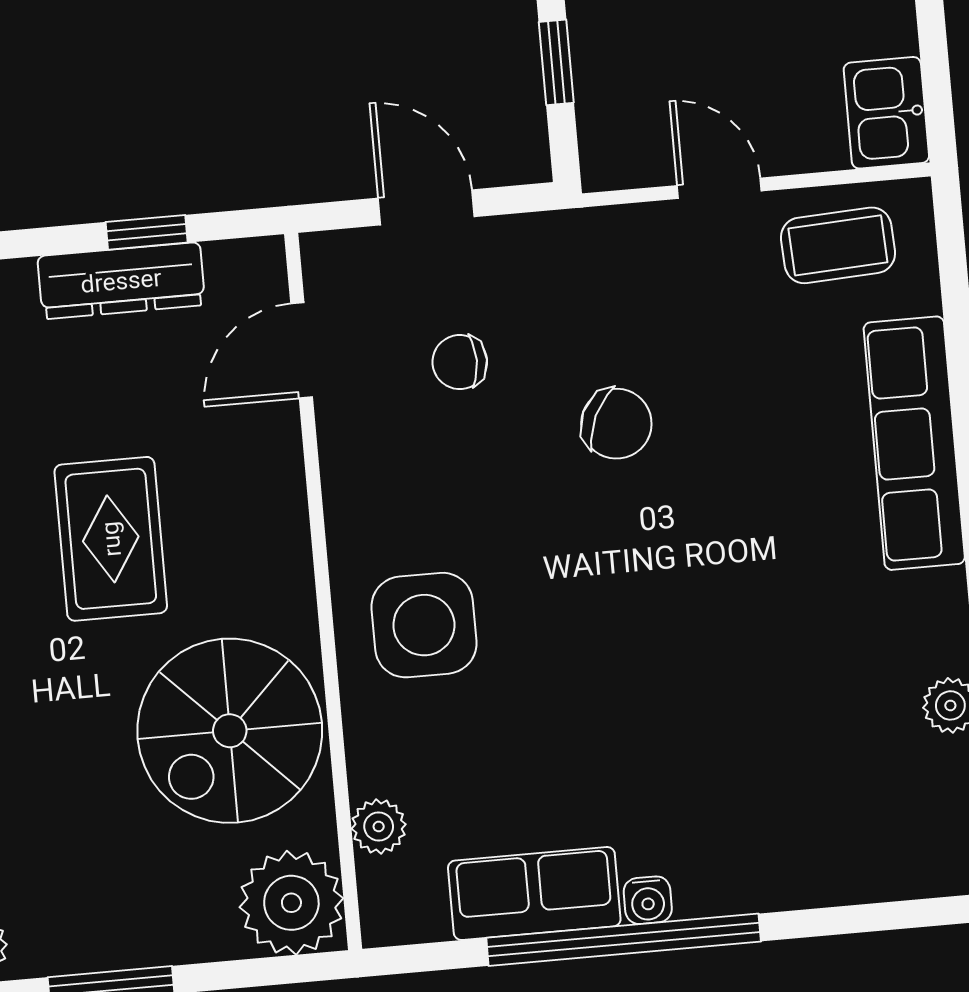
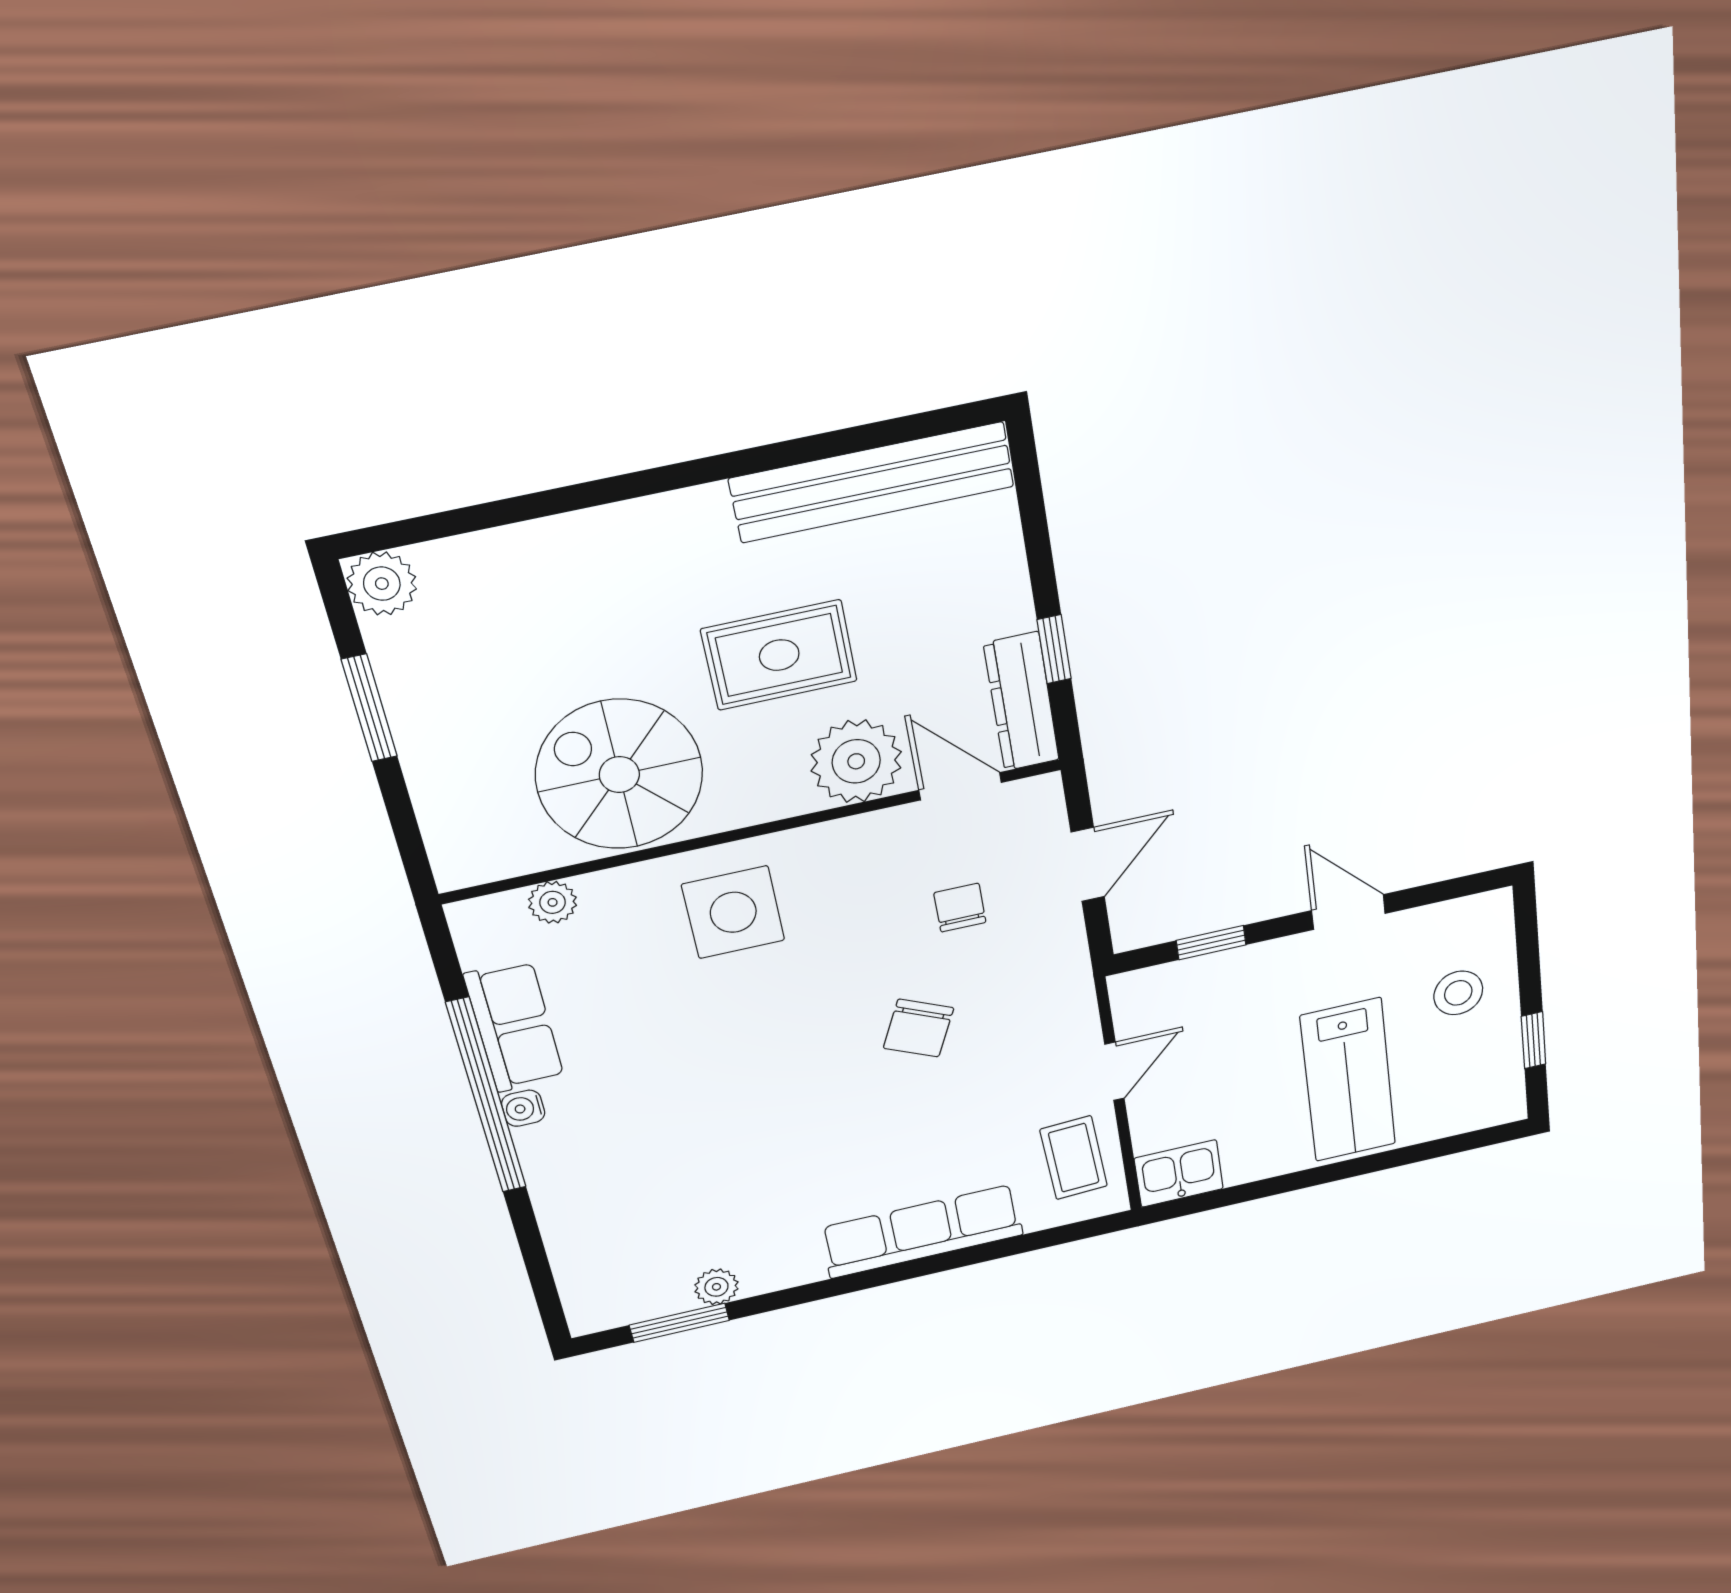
dresser: (121, 281) -> (1021, 702), moved
plant: (291, 903) -> (856, 761), moved

